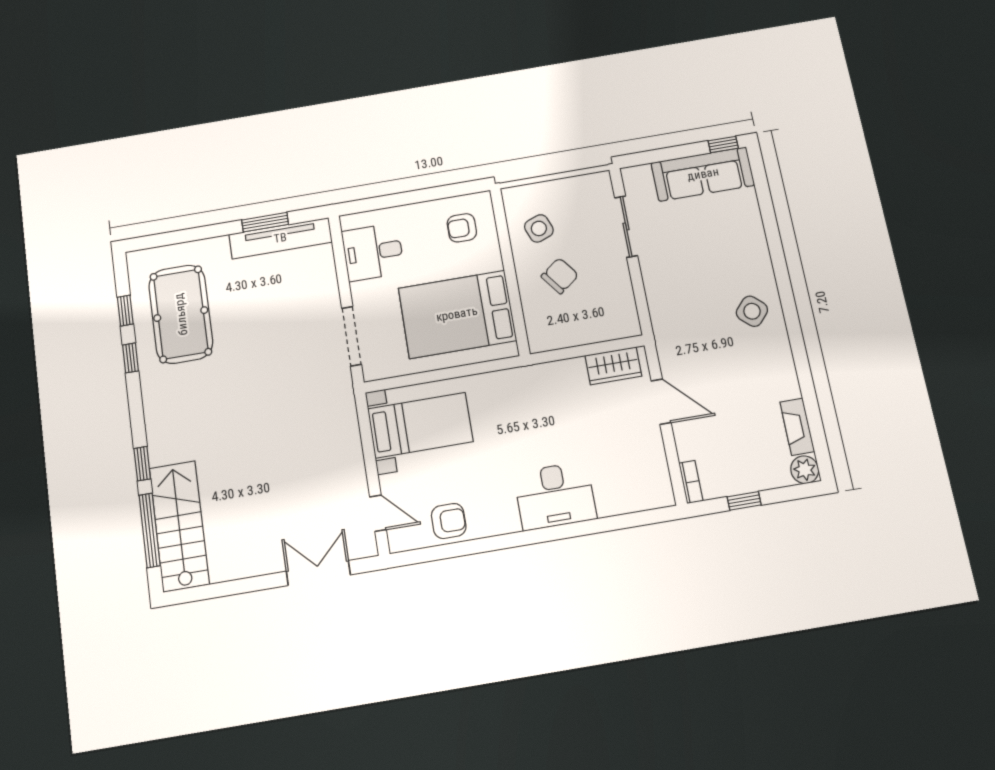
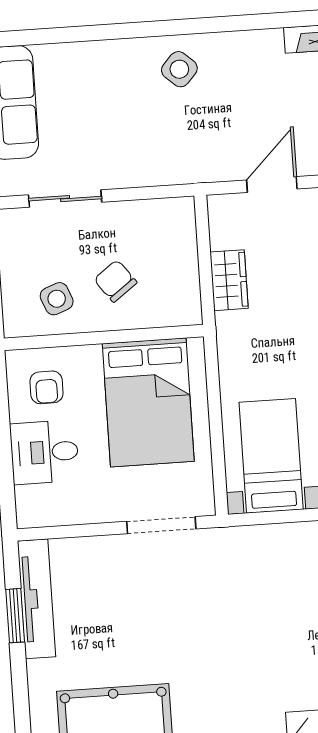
desk: (373, 252) -> (45, 452), moved, turned 90
wardrobe: (613, 366) -> (229, 280), moved

